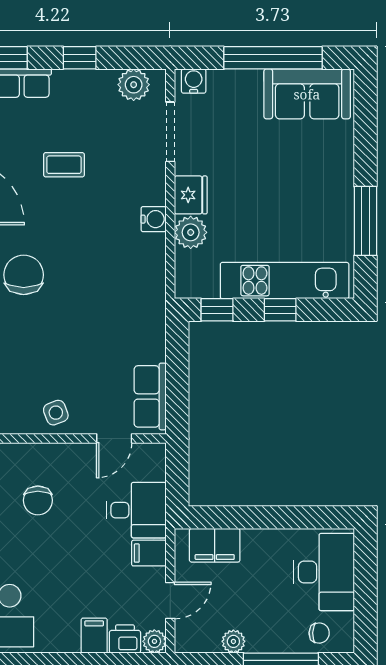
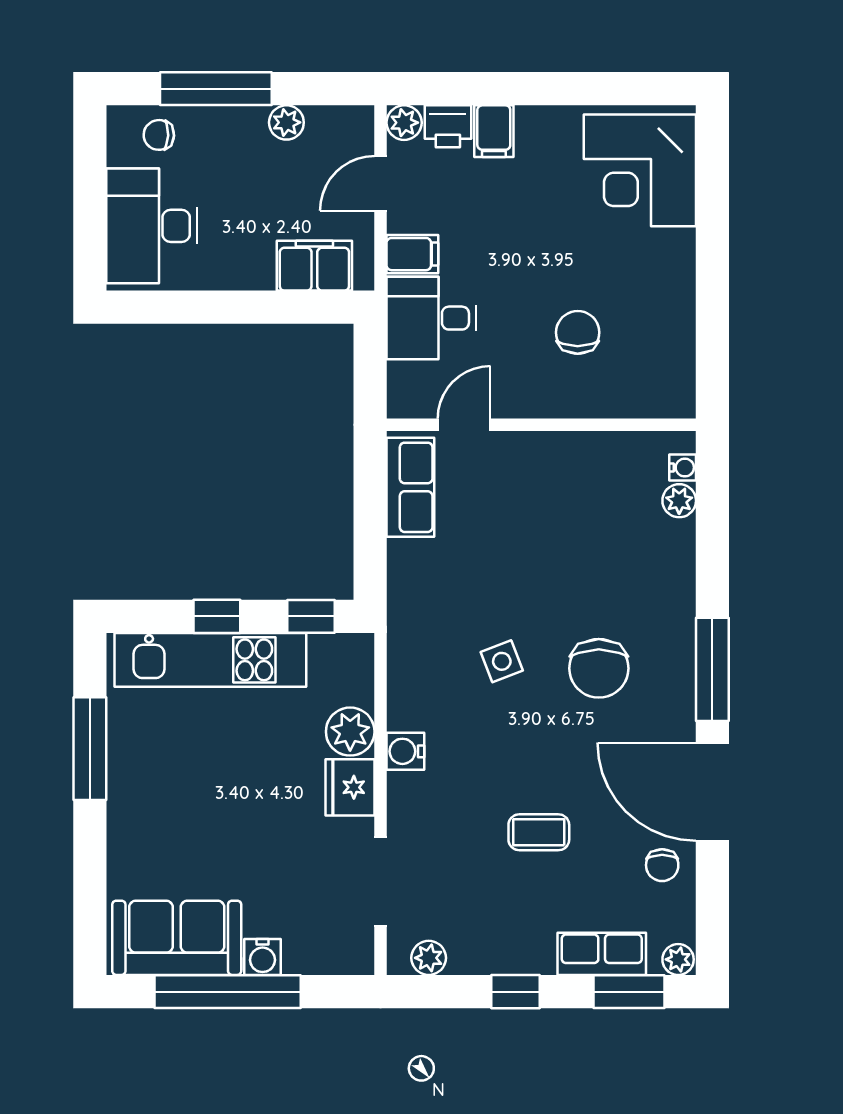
water cooler: (194, 81) -> (263, 957), moved
plant: (134, 85) -> (429, 958), width x0.73, depth x0.73
side table: (56, 413) -> (502, 661), moved

